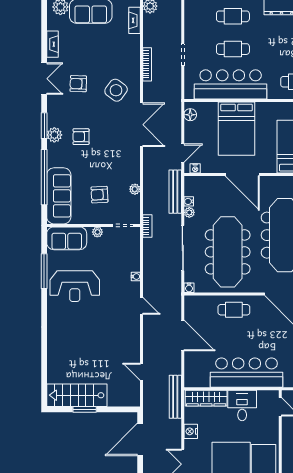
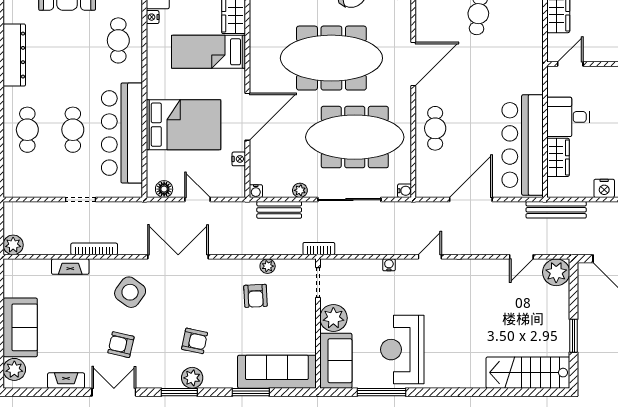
fireplace: (134, 20) -> (70, 267), moved
armchair: (78, 84) -> (121, 345), turned 101
armchair: (81, 137) -> (195, 341), turned -78
door: (183, 153) -> (197, 200), moved
nightstand: (195, 168) -> (239, 159), moved
window: (44, 177) -> (251, 392), width x0.47
bench: (175, 192) -> (279, 210), width x0.73
armchair: (99, 195) -> (255, 296), moved
water cooler: (189, 201) -> (256, 191), moved
plant: (97, 232) -> (333, 318), width x1.87, depth x1.87
reception desk: (75, 286) -> (402, 350), turned 180
bar counter: (247, 373) -> (523, 145), moved
stairs: (77, 395) -> (528, 373), moved, turned 90
plant: (130, 397) -> (556, 272), added
wardrobe: (206, 398) -> (558, 157), width x0.67

